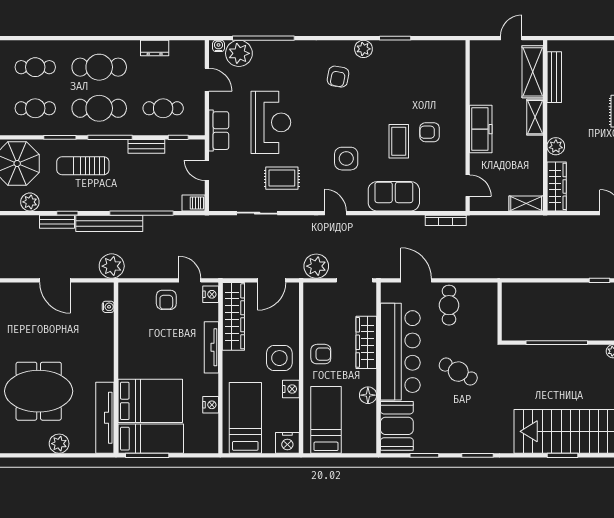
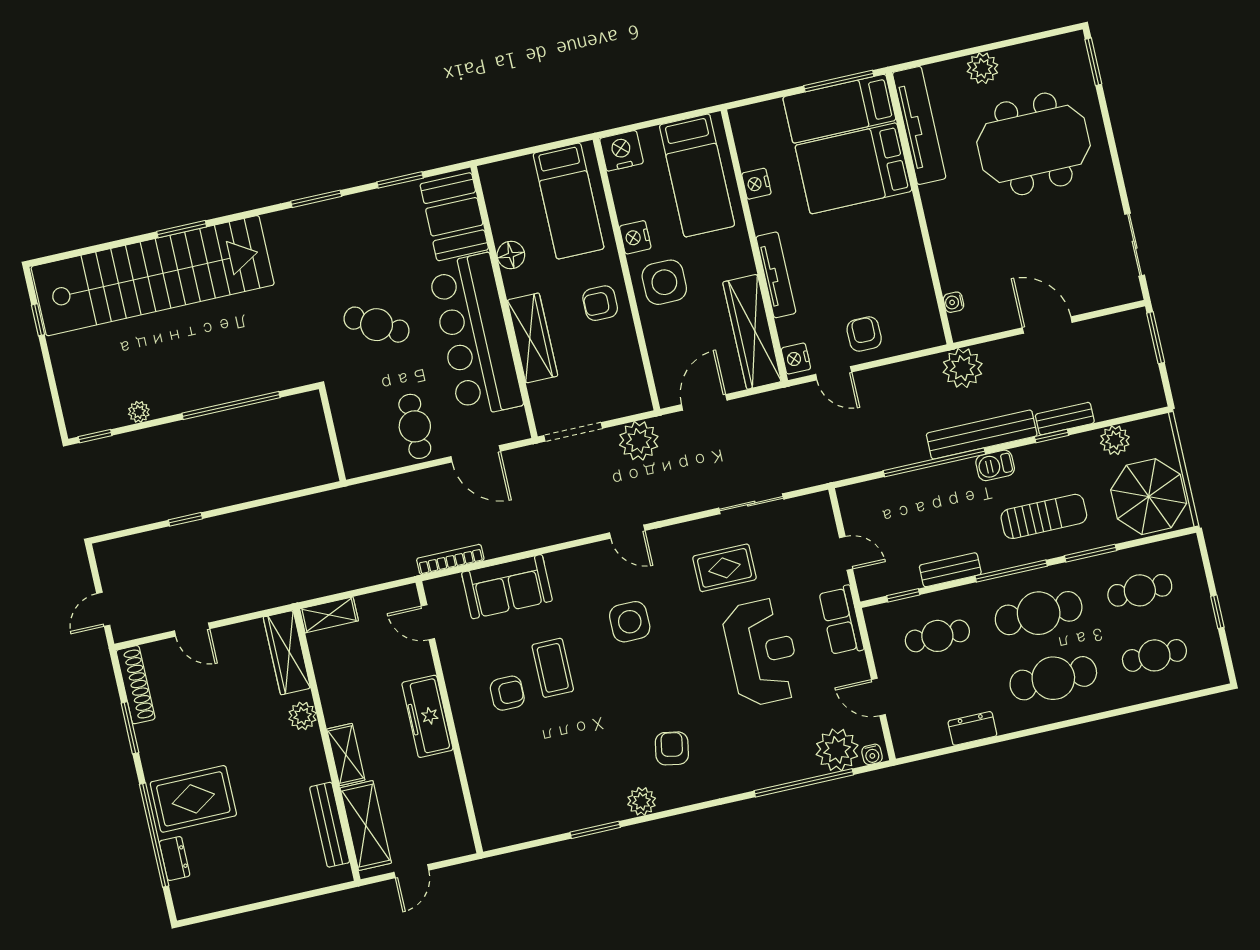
reception desk: (271, 122) -> (762, 652), turned 180
sofa: (394, 196) -> (507, 587), moved
barbecue: (194, 203) -> (995, 465), moved

